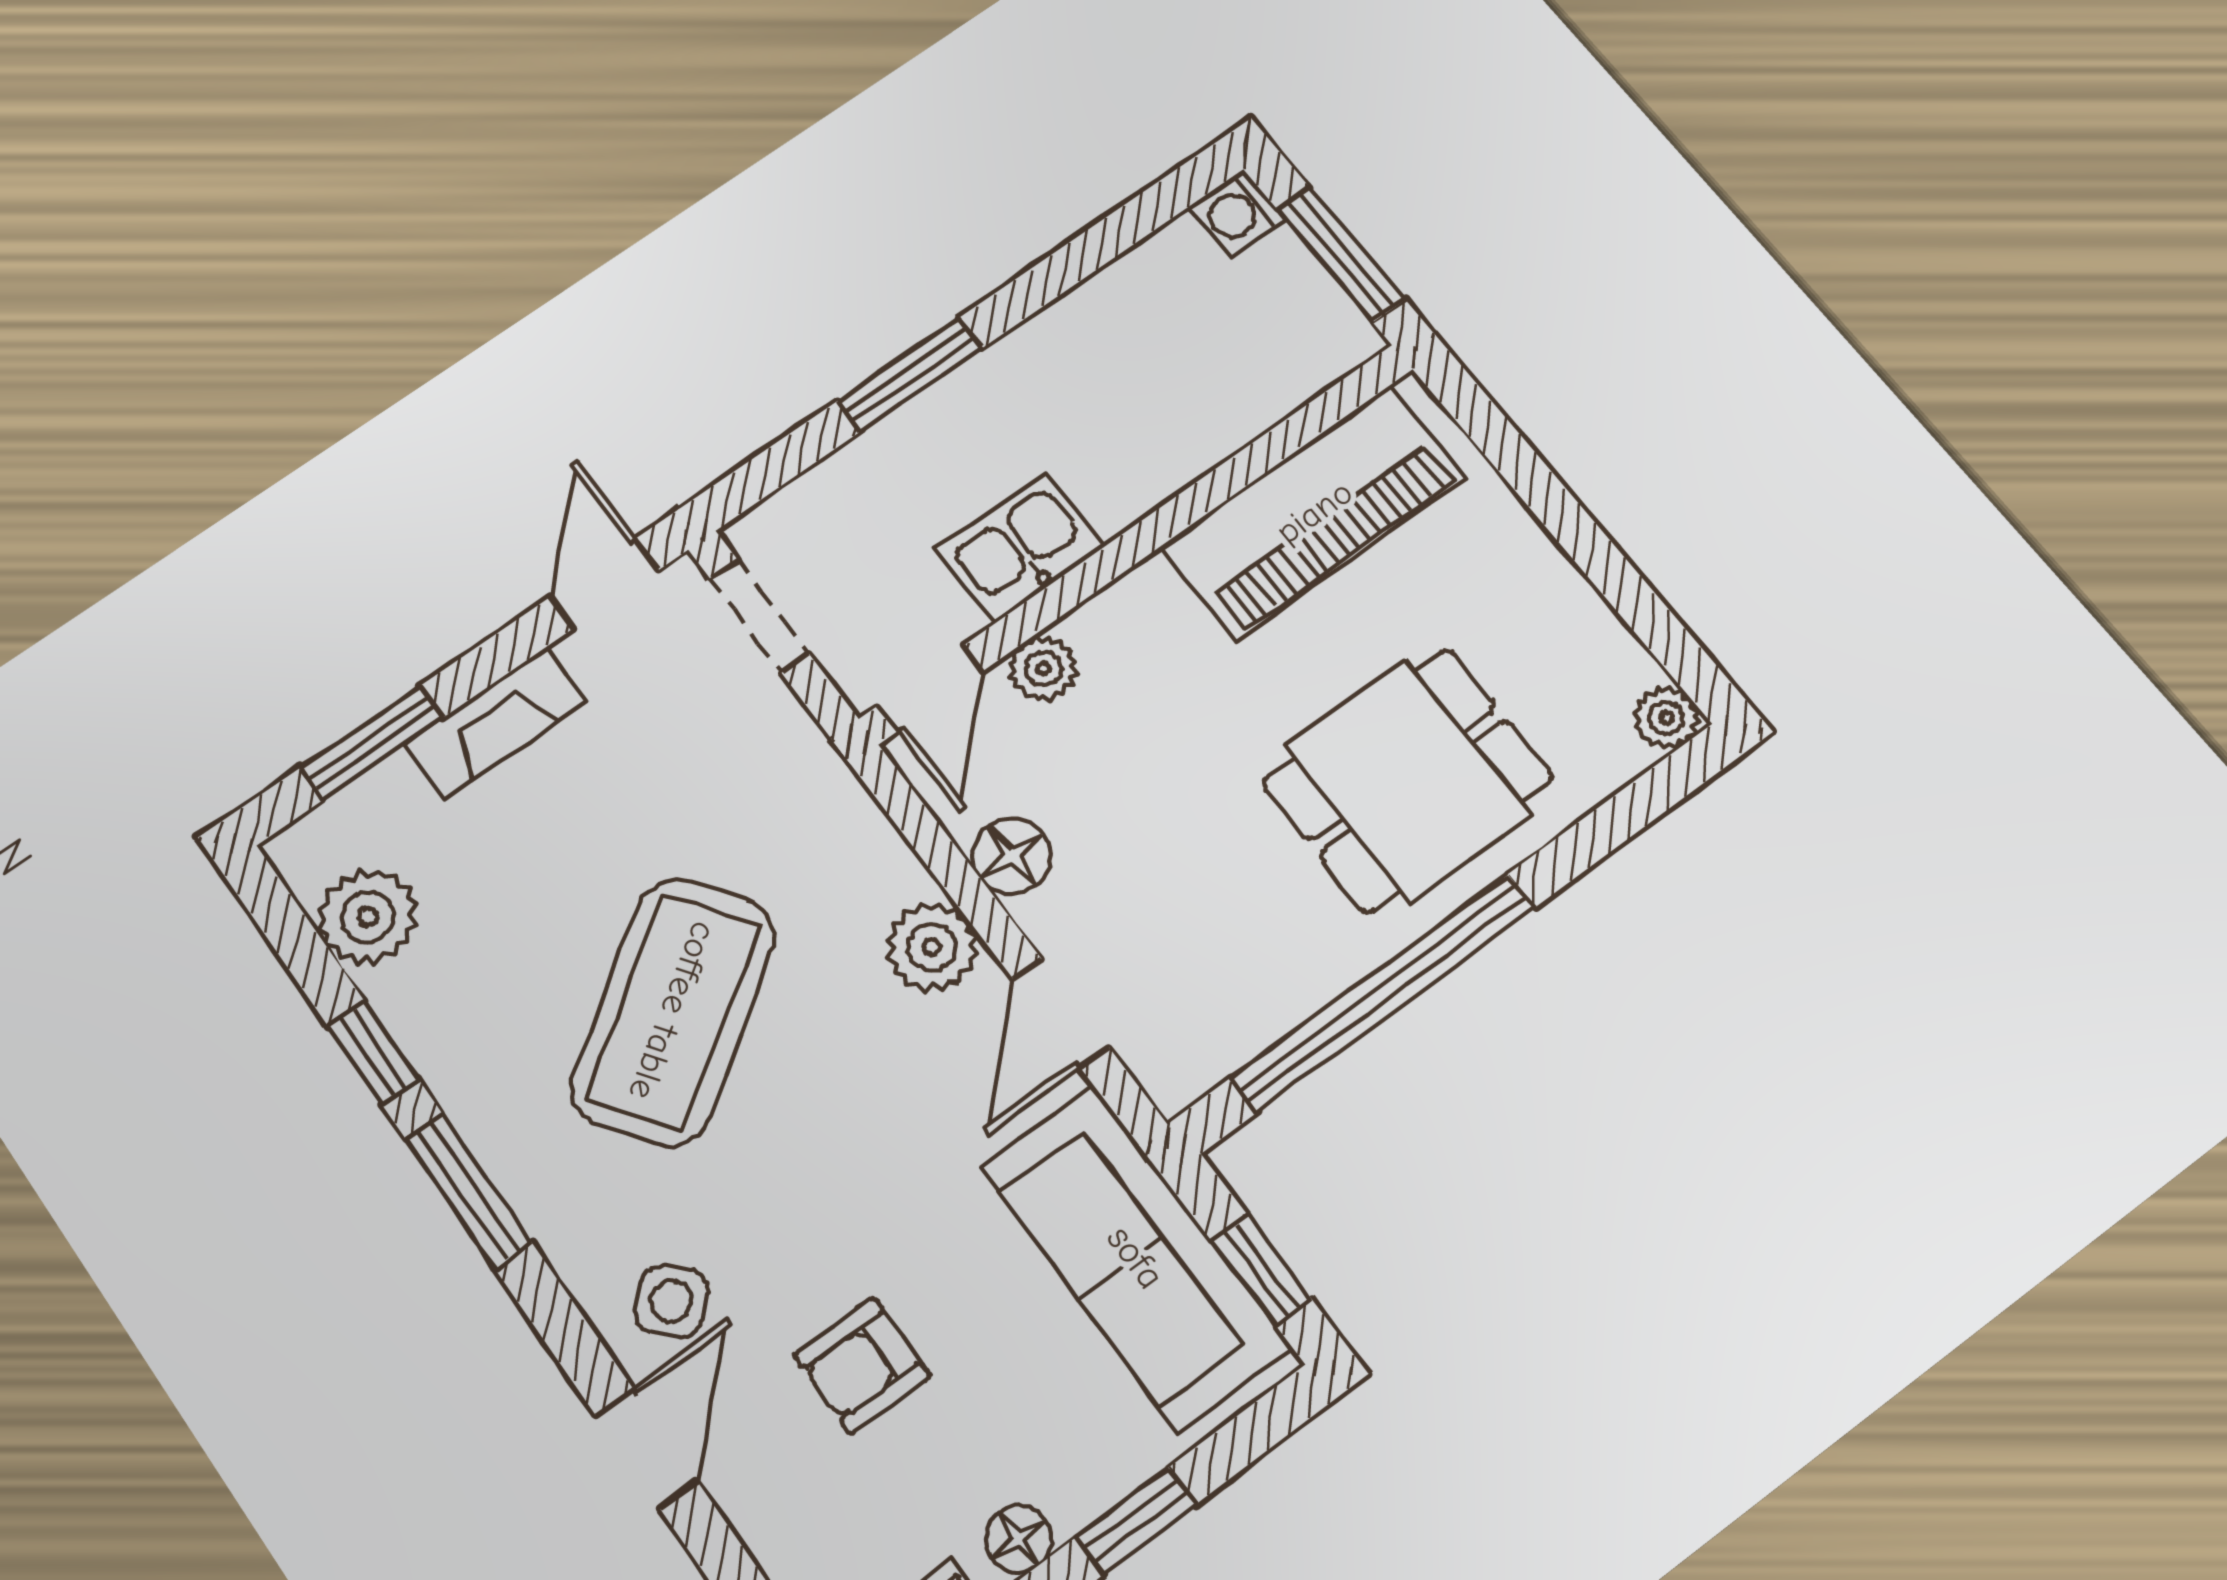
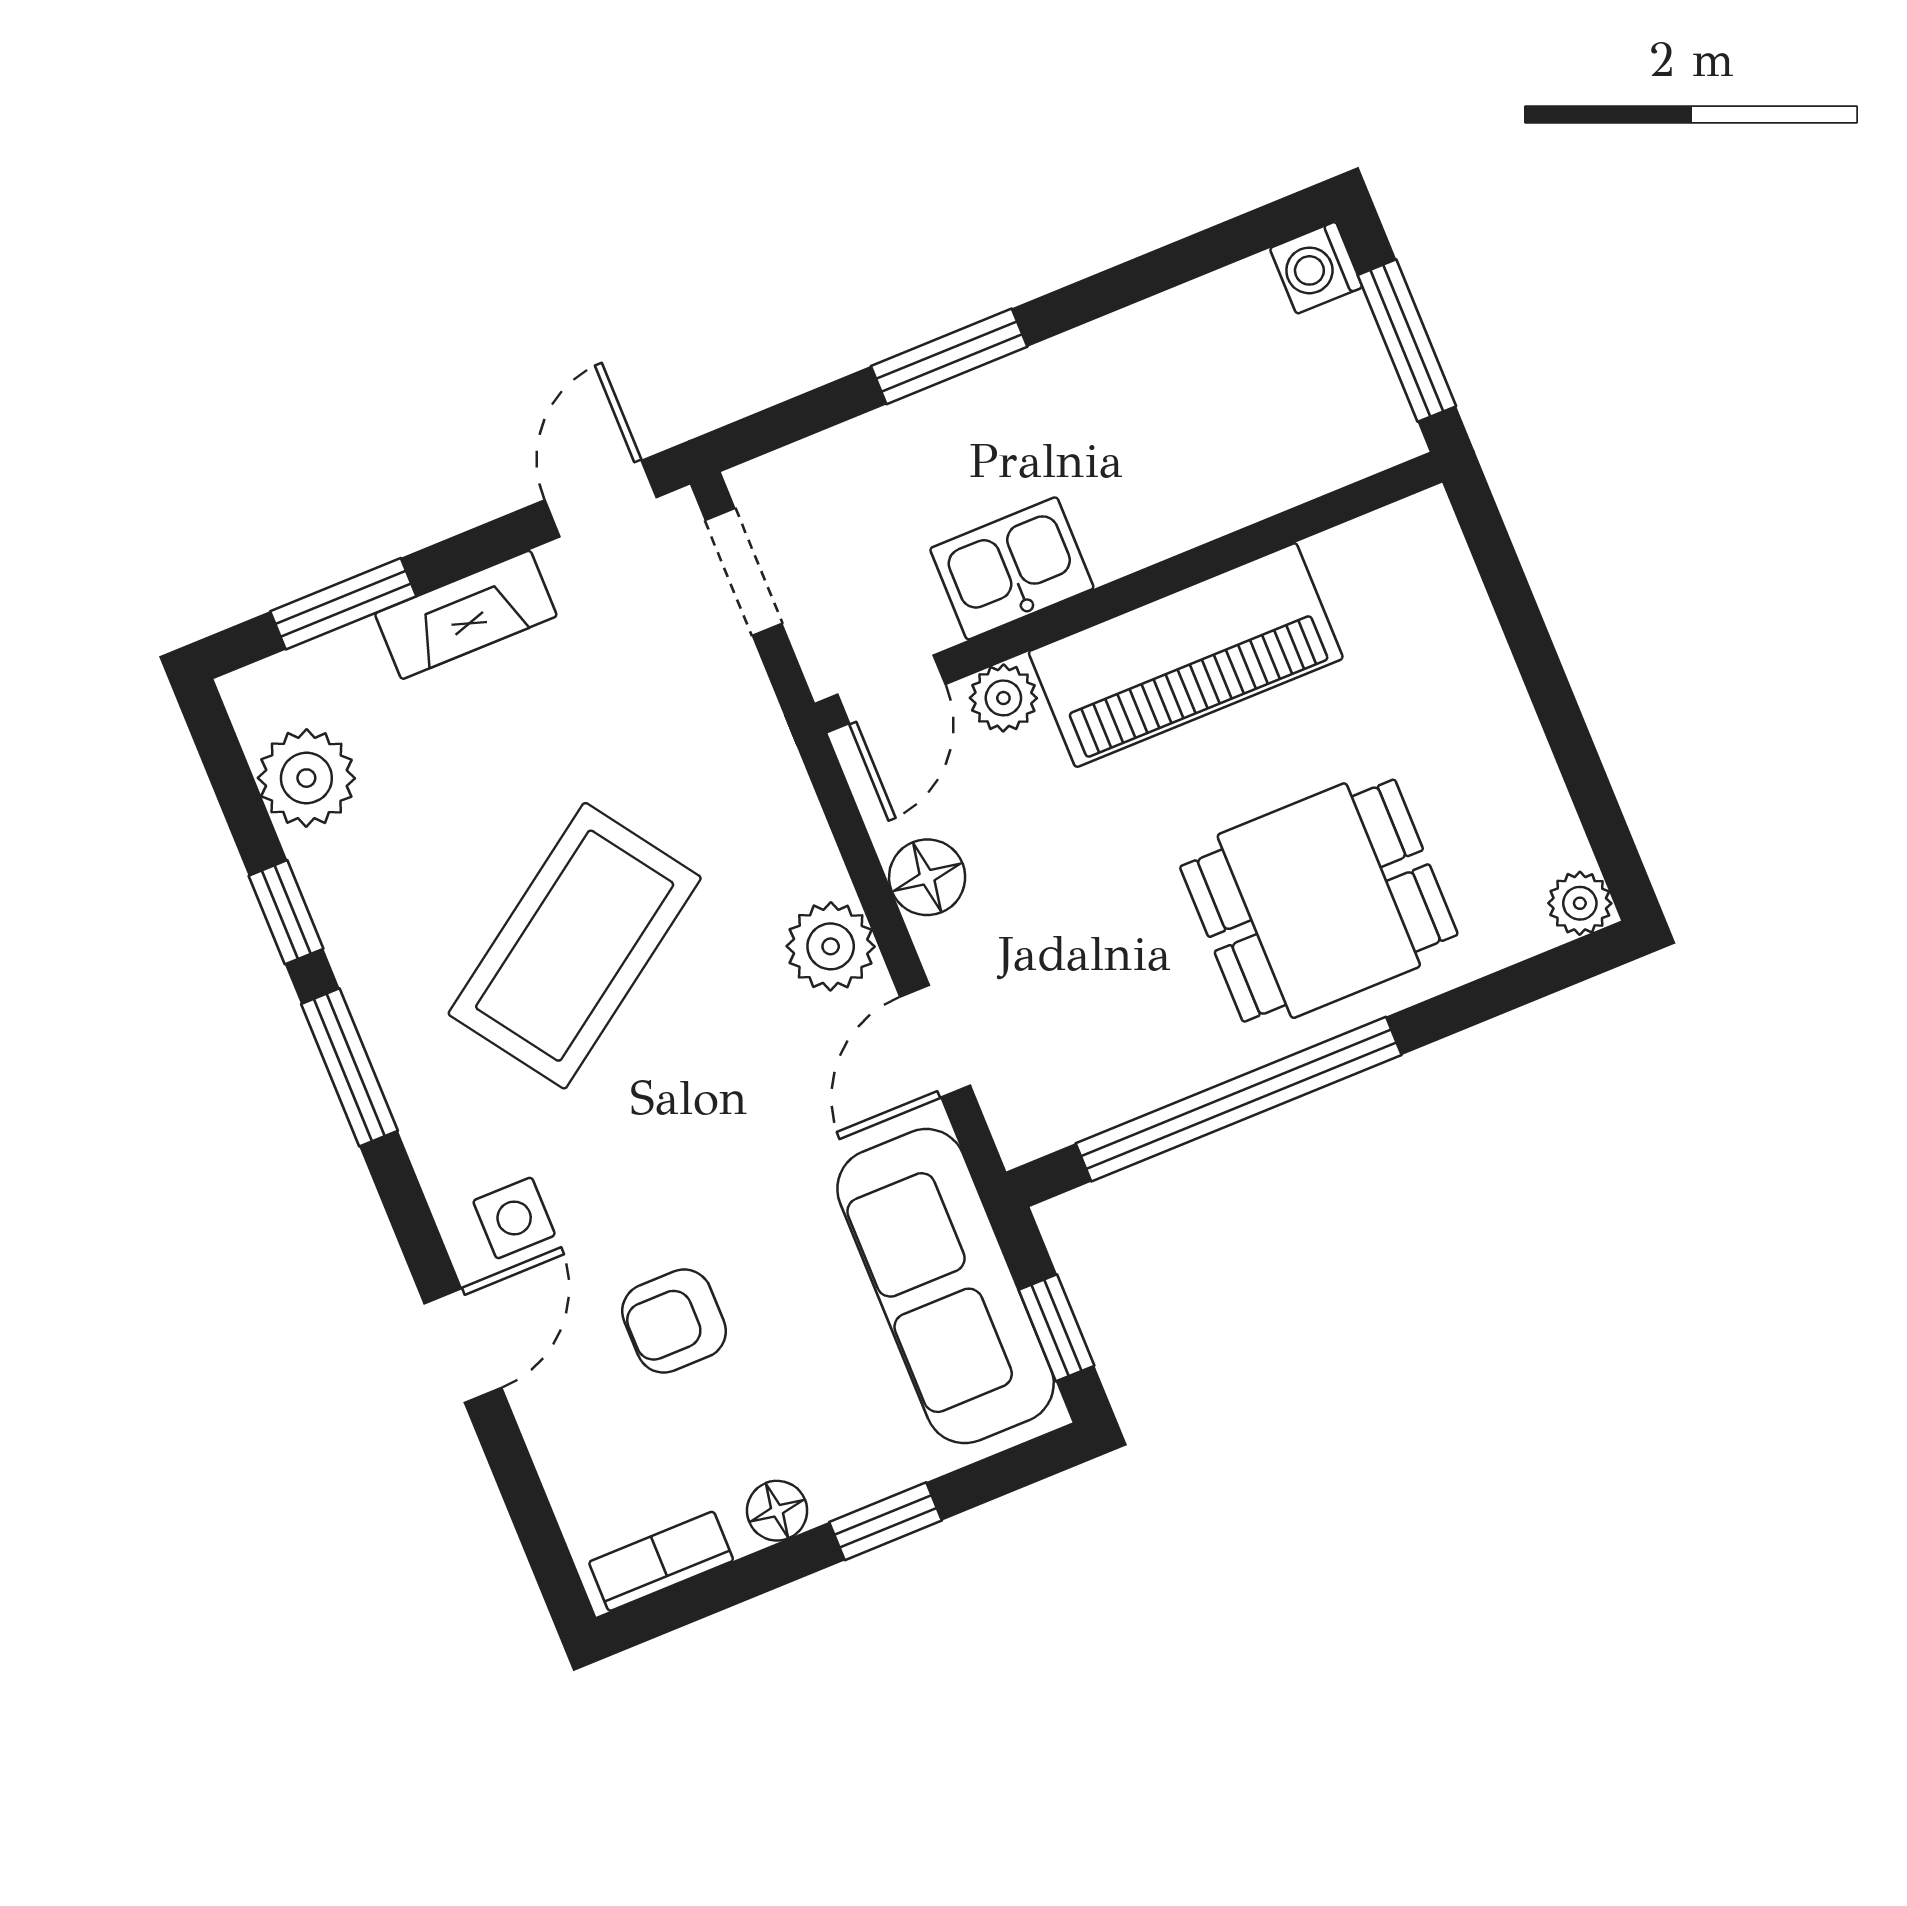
piano: (1314, 512) -> (1186, 655), moved
side table: (671, 1301) -> (514, 1218), turned 45

